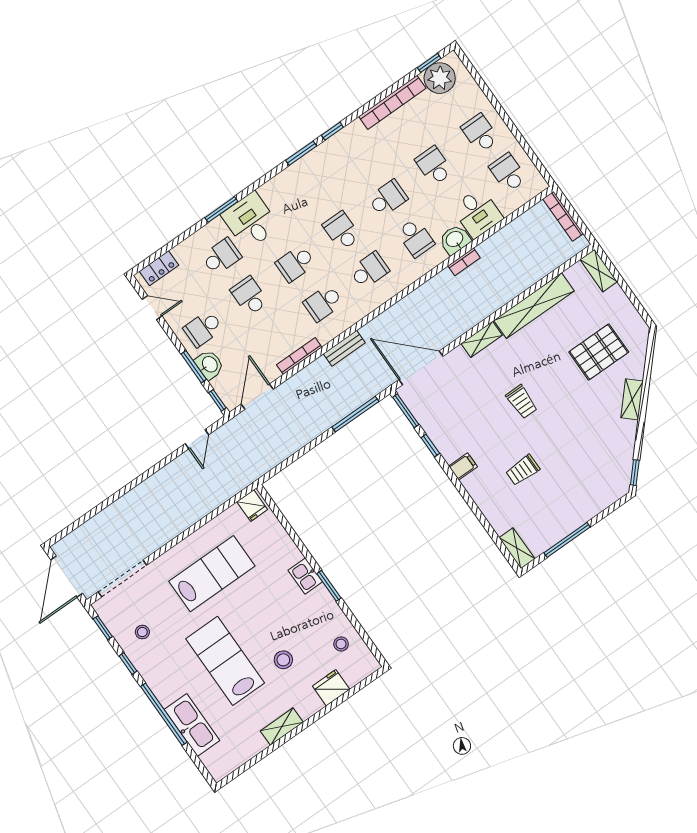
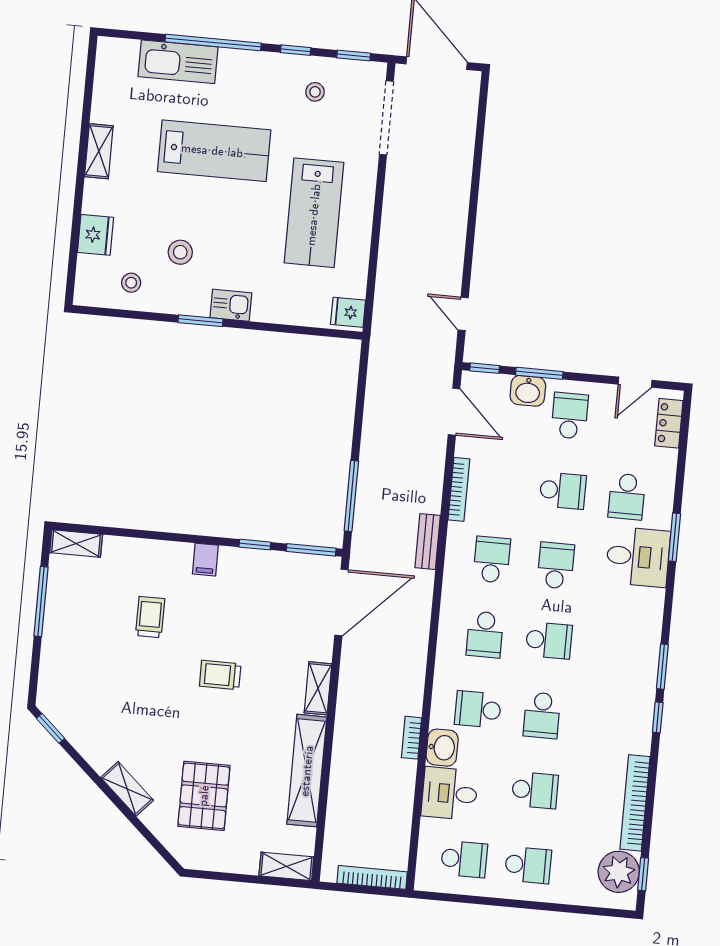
stool: (283, 660) -> (180, 252), moved

